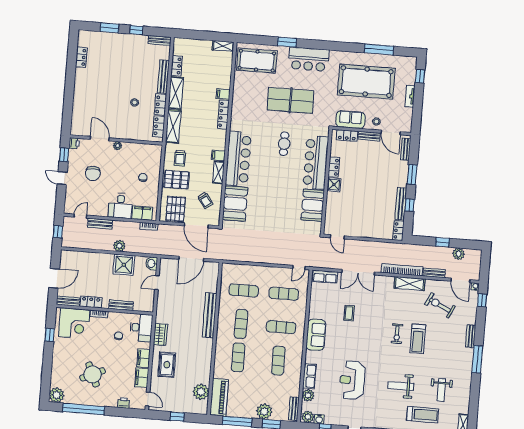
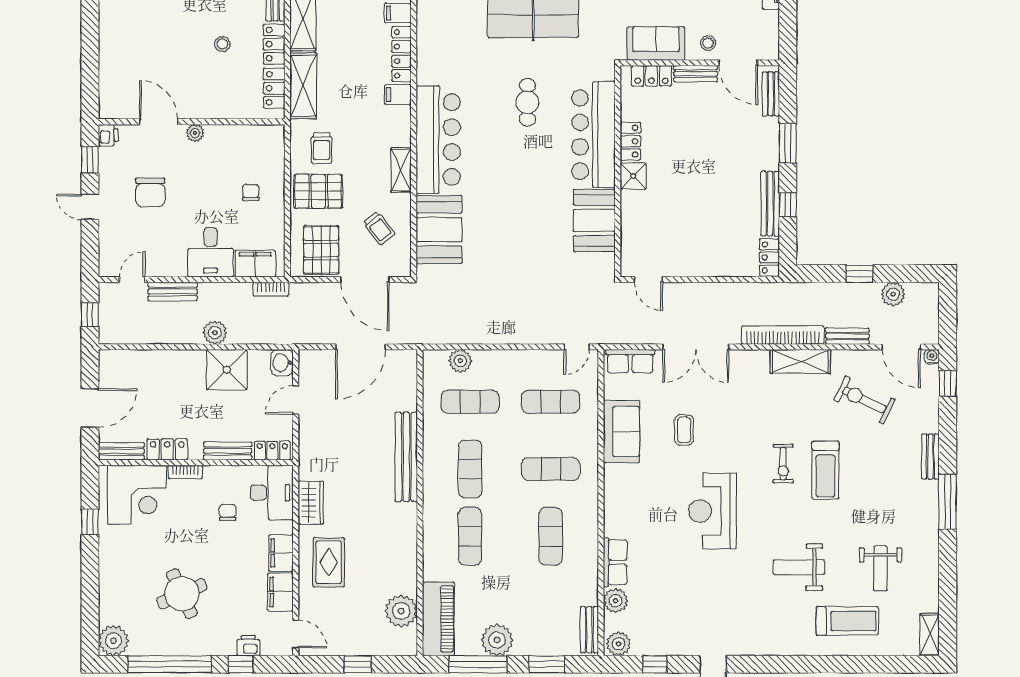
filing cabinet: (218, 155) -> (398, 95), moved
plant: (240, 270) -> (460, 361), added
locker: (143, 307) -> (272, 451), added
sofa: (316, 335) -> (621, 431), moved
reception desk: (352, 380) -> (712, 511), moved
plant: (264, 411) -> (497, 640), moved
window: (119, 412) -> (241, 664), added
water cooler: (319, 419) -> (642, 646), removed

